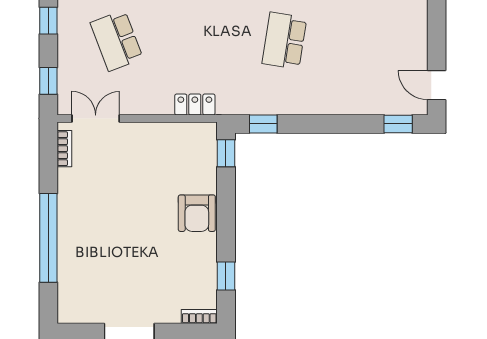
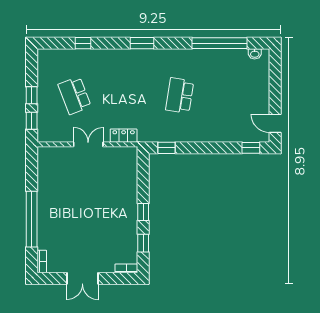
window: (48, 21) -> (32, 95), moved
double door: (96, 119) -> (88, 144), moved
bookcase: (64, 149) -> (42, 262), moved
window: (226, 153) -> (143, 212), moved
armchair: (197, 213) -> (125, 204), removed

